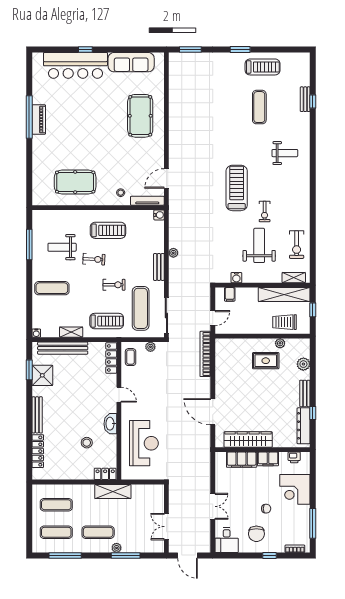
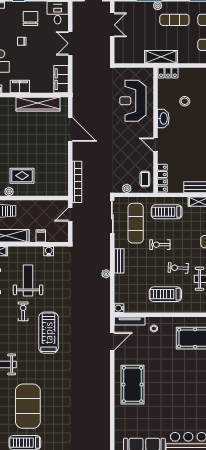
exercise mat: (259, 107) -> (28, 406), width x2.00, depth x1.45
pool table: (140, 116) -> (132, 385), moved
treadmill: (237, 188) -> (48, 333), turned 180
weight bench: (259, 245) -> (28, 280), turned 180
filing cabinet: (230, 294) -> (41, 236), moved
filing cabinet: (242, 460) -> (61, 79), moved, turned -90

